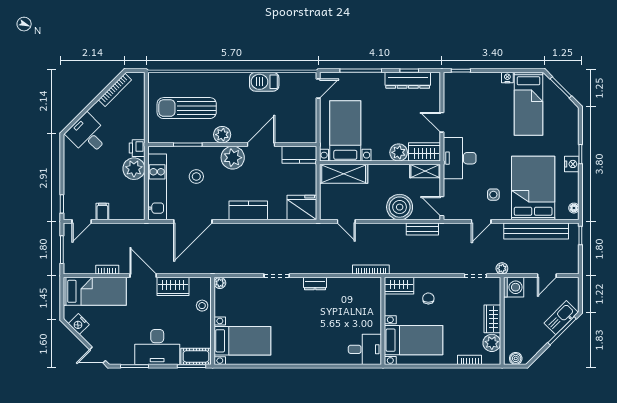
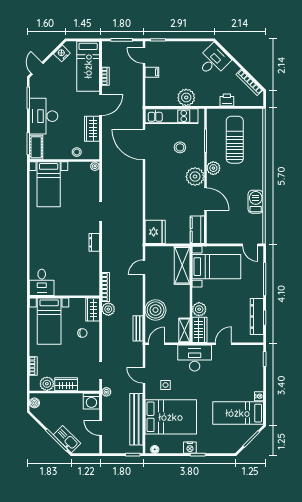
printer: (137, 148) -> (227, 100), moved
kitchen counter: (248, 210) -> (153, 189), removed
plant: (398, 266) -> (108, 309), added

